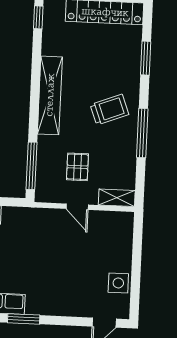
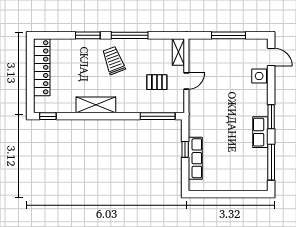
window: (146, 58) -> (88, 35), moved
shelving: (50, 95) -> (96, 105), width x0.68
window: (136, 266) -> (229, 35), added
side table: (118, 283) -> (259, 76), moved

